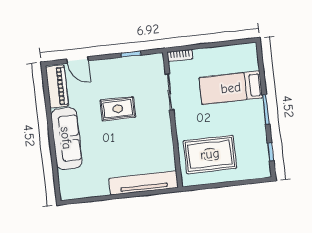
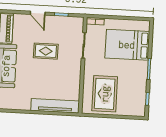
door: (78, 60) -> (38, 13), moved
bed: (231, 88) -> (127, 45), width x1.50
rug: (210, 154) -> (105, 94), turned 90

